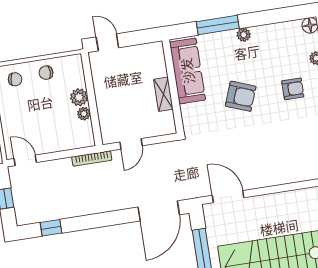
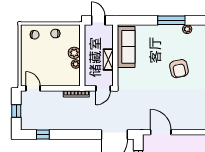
sofa: (187, 71) -> (126, 47), moved
wall: (173, 86) -> (115, 55), moved
shelving: (163, 94) -> (108, 60), moved
armchair: (241, 96) -> (179, 69), turned 57

